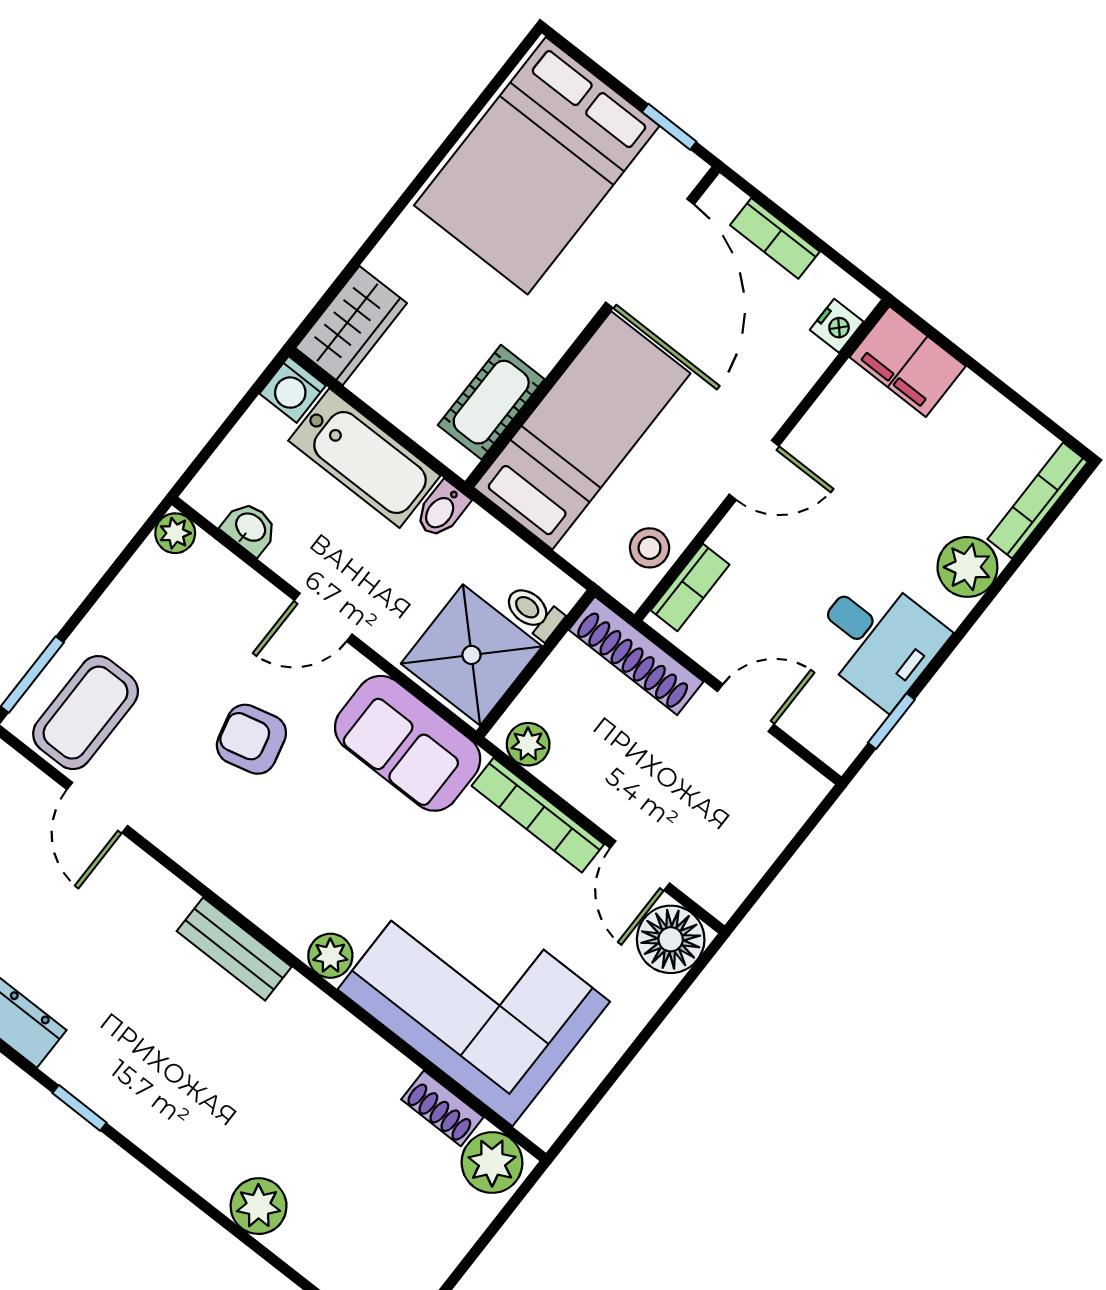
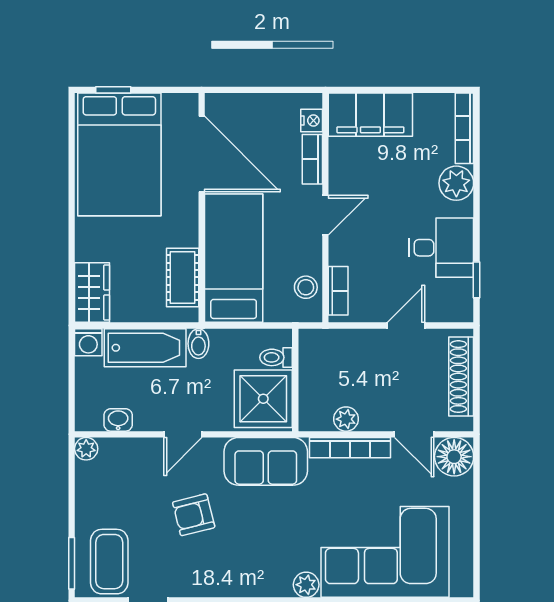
window: (669, 127) -> (113, 90), moved
bookcase: (775, 238) -> (312, 159), moved, turned 90
filing cabinet: (908, 362) -> (370, 115), width x1.50, depth x1.17
shoe rack: (636, 656) -> (461, 377), moved, turned 90
plant: (528, 744) -> (346, 419), moved

